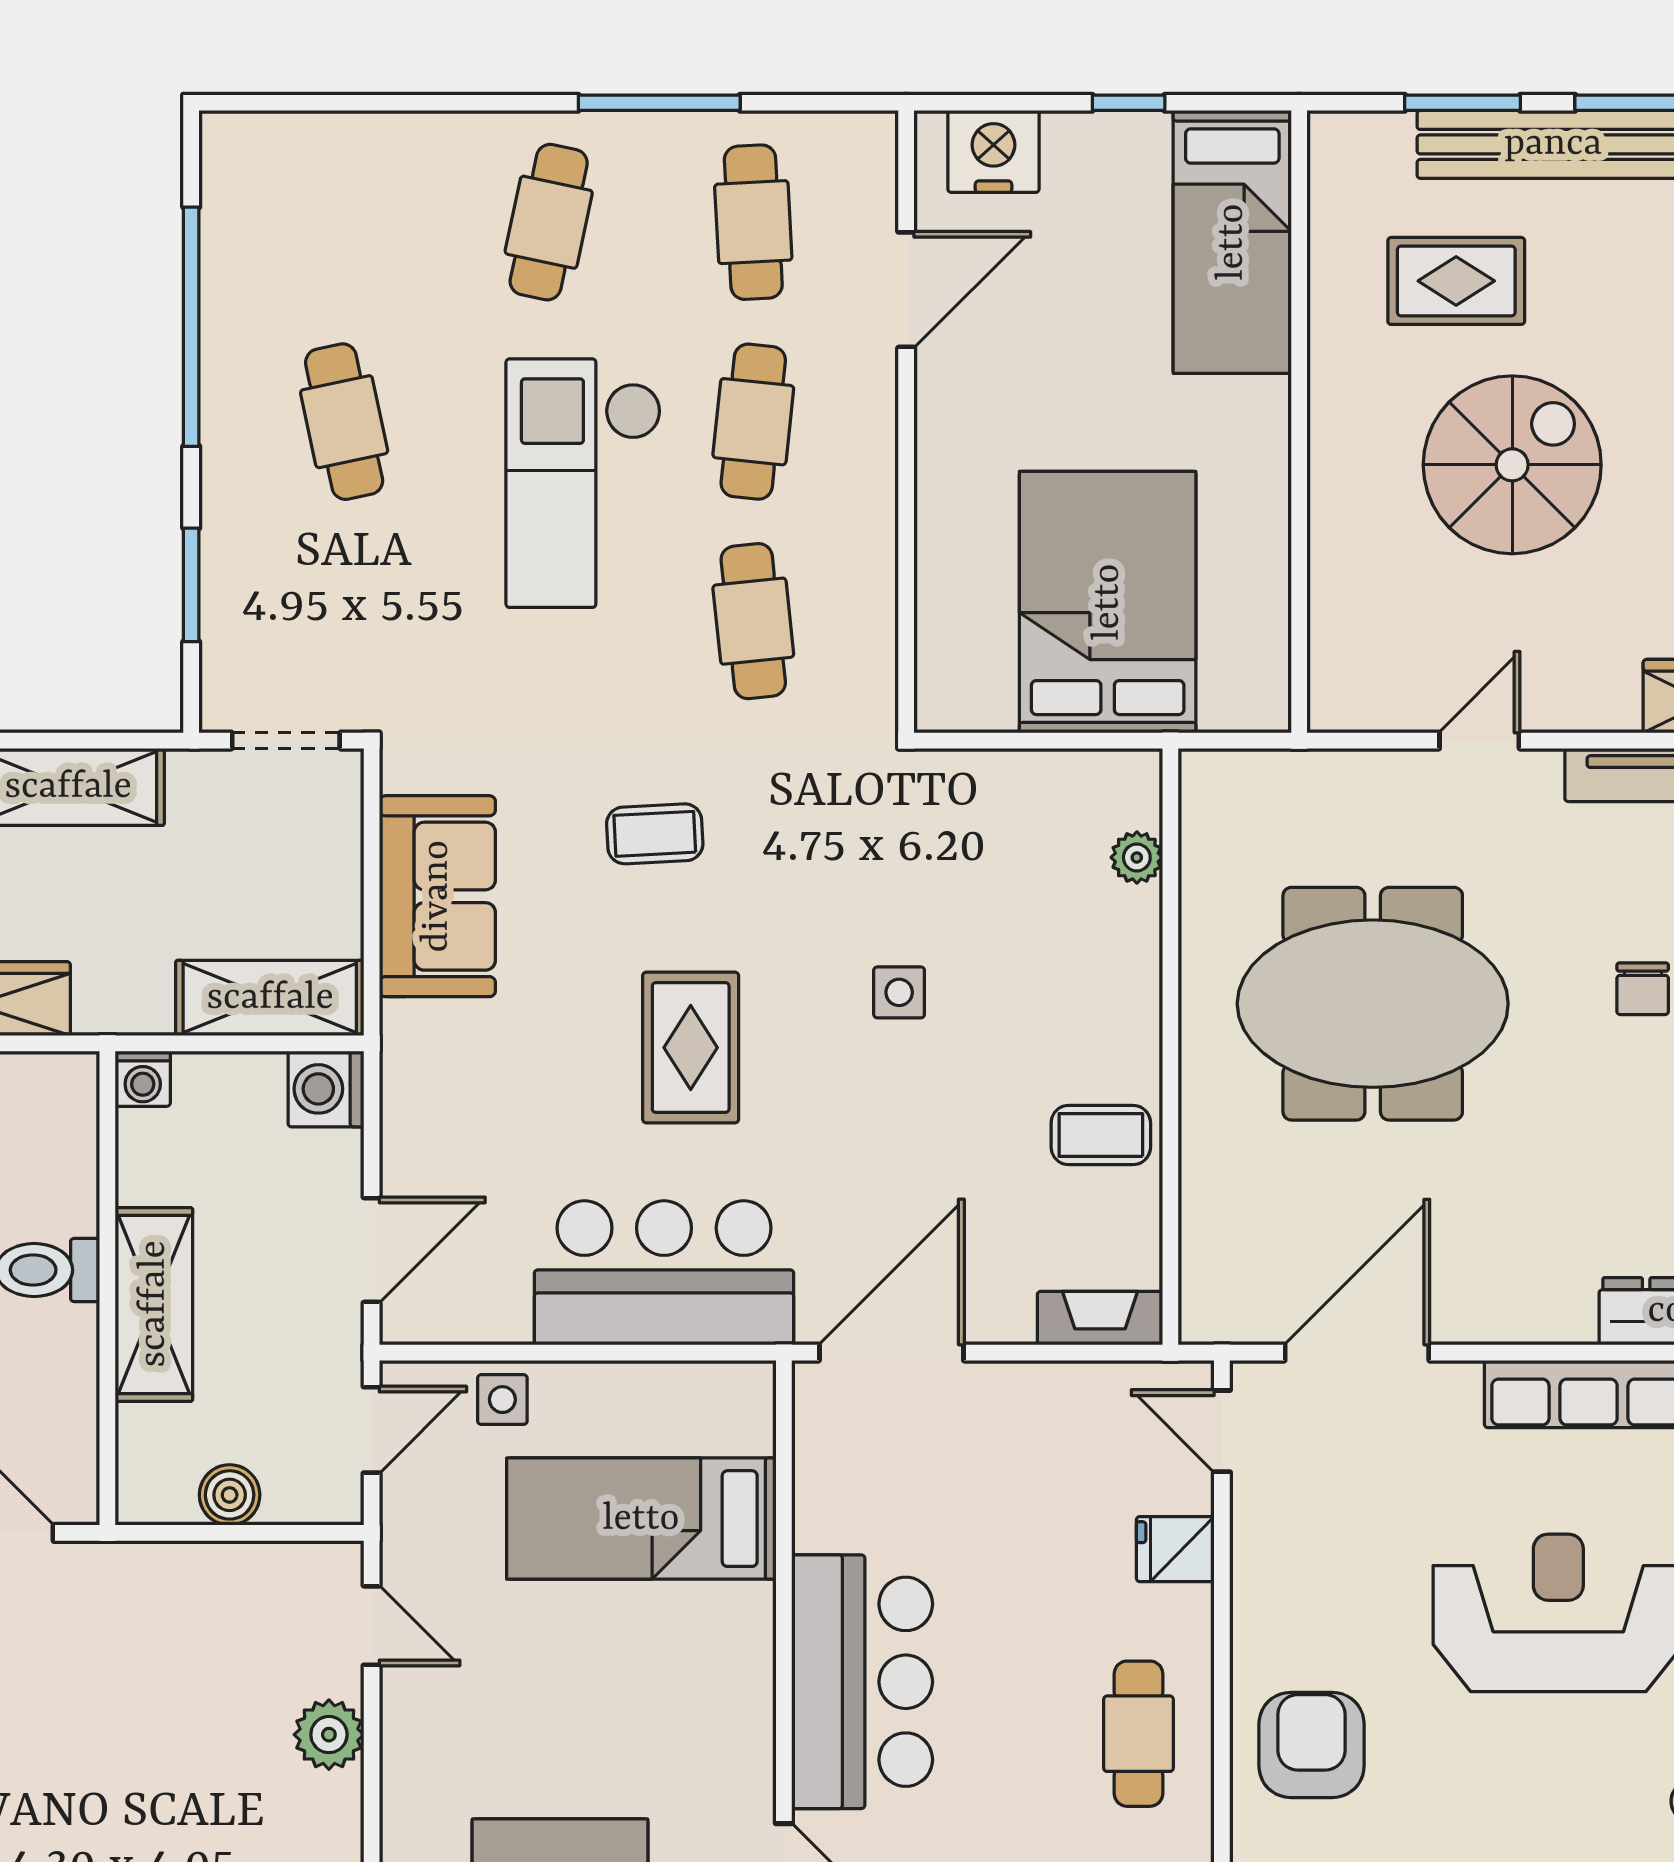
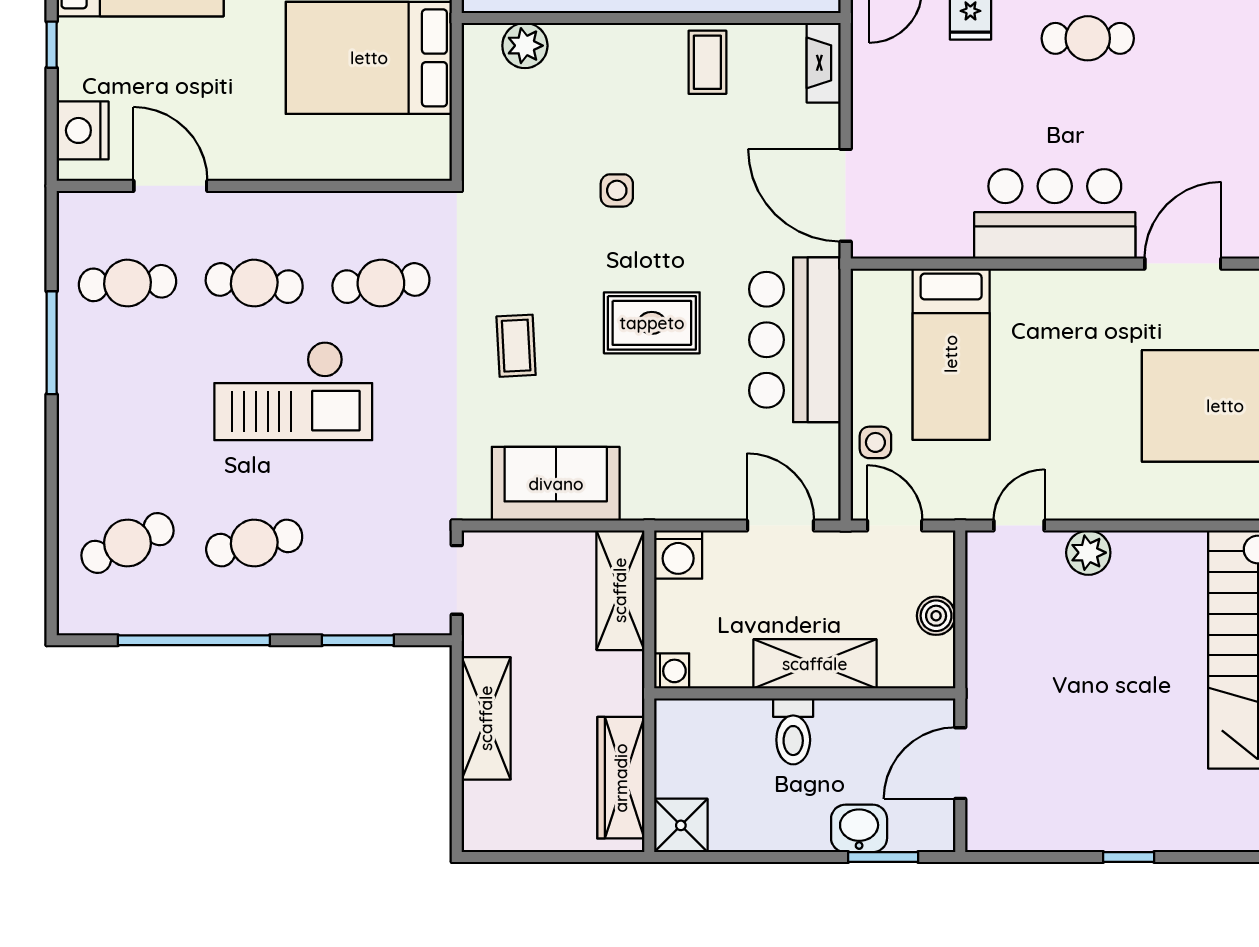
cafe table: (549, 222) -> (127, 543), moved, turned -36
plant: (1137, 857) -> (525, 46), width x1.38, depth x1.38

